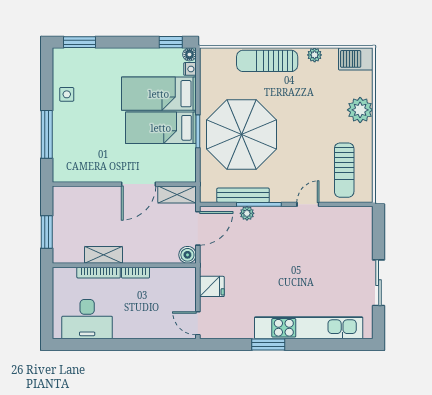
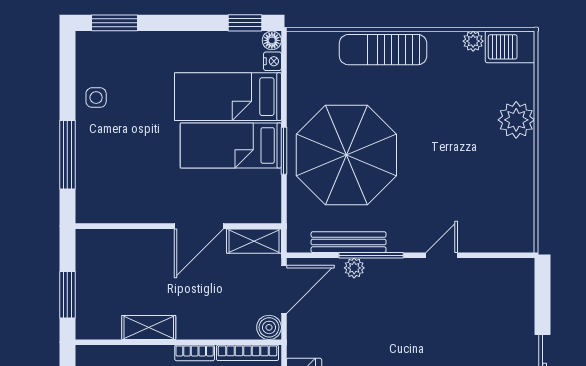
plant: (315, 55) -> (473, 41), moved
sun lounger: (344, 170) -> (493, 206), removed
bookcase: (99, 273) -> (248, 353), moved

